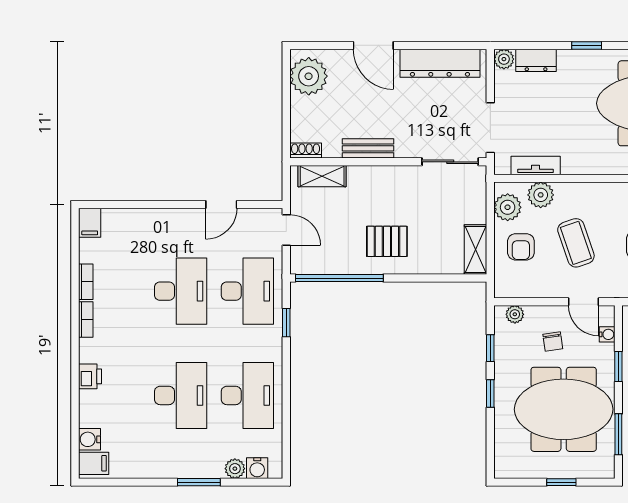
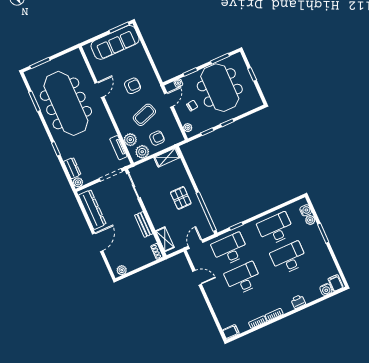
plant: (309, 76) -> (122, 270), width x0.53, depth x0.53

